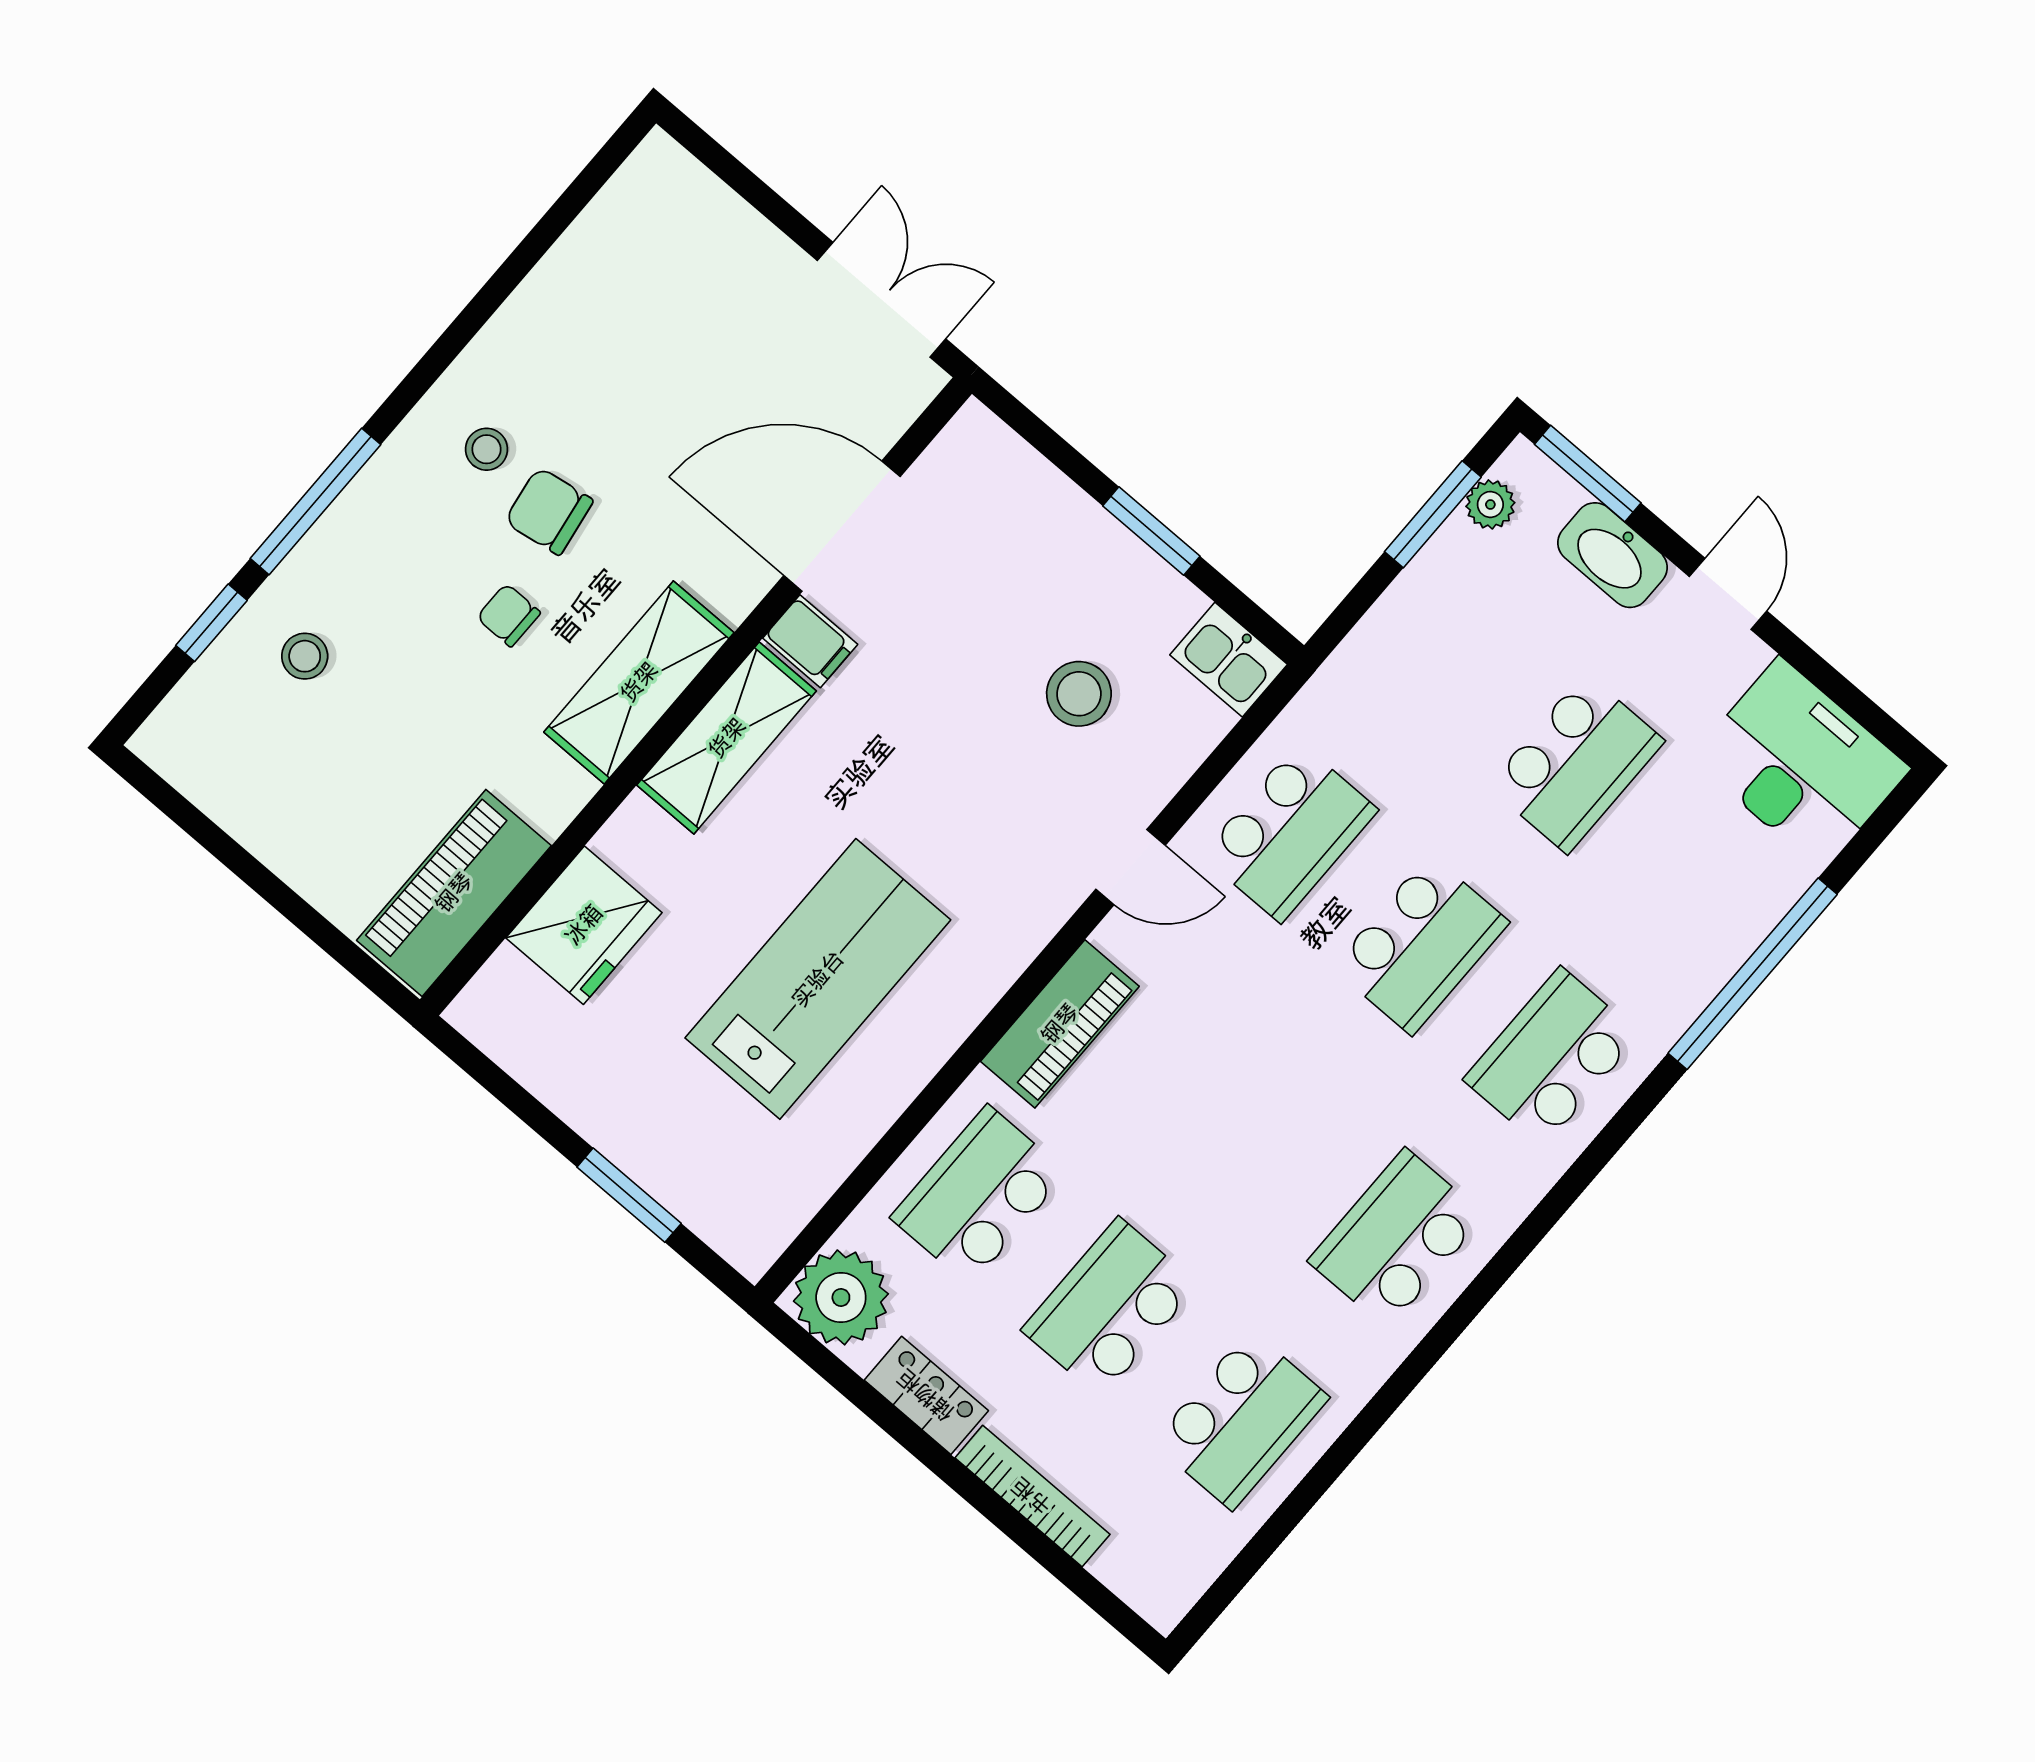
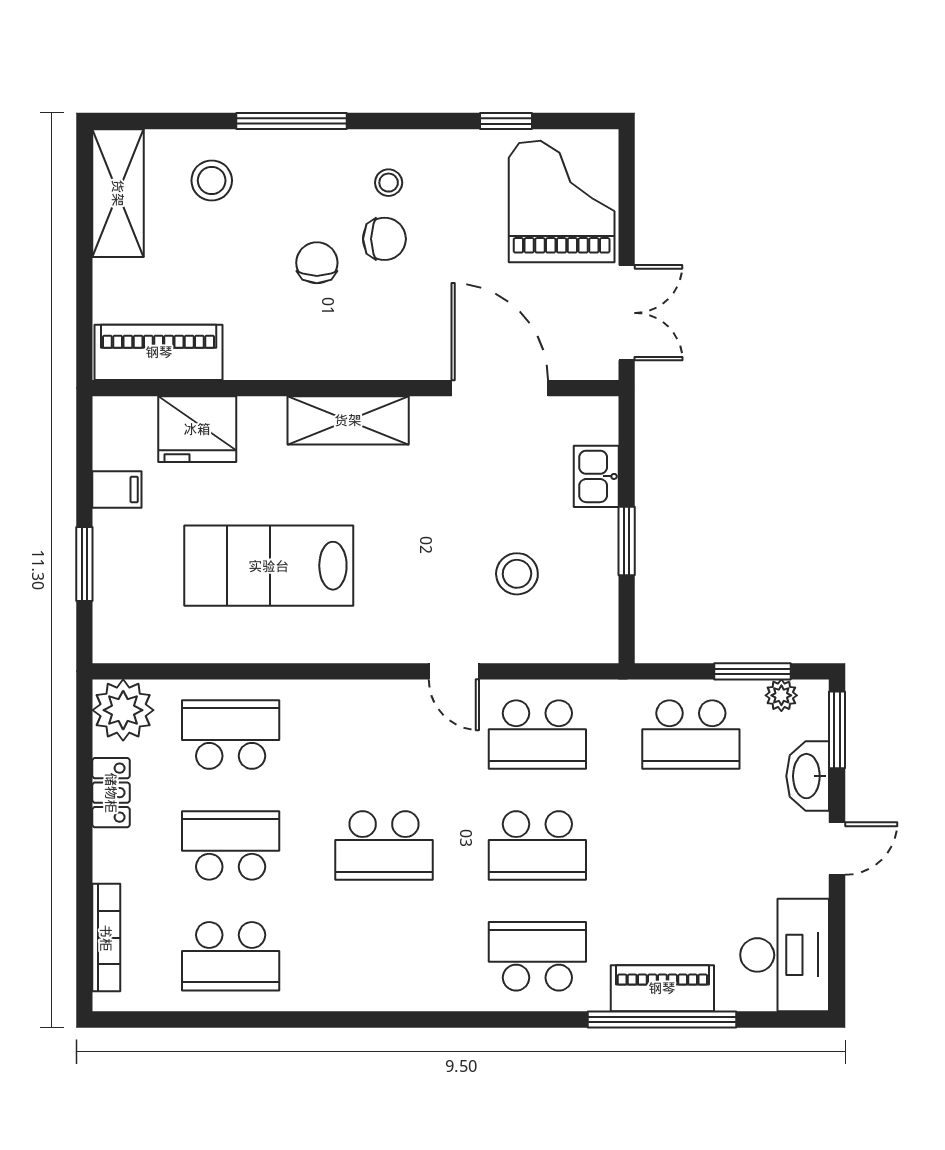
grand piano: (684, 264) -> (562, 201), added
chair: (549, 511) -> (384, 239), turned 99
chair: (509, 615) -> (317, 263), width x1.37, depth x1.37
window: (211, 623) -> (506, 121), moved
filing cabinet: (810, 641) -> (117, 490), moved, turned -90
stool: (305, 656) -> (212, 180), width x1.37, depth x1.37
kitchen sink: (1229, 660) -> (596, 476), moved
shelving: (639, 682) -> (118, 193), moved, turned 90
school desk: (1576, 763) -> (691, 735), moved
lab bench: (818, 979) -> (269, 566), turned 180
piano: (1060, 1024) -> (662, 988), moved, turned 180
school desk: (1396, 1238) -> (384, 845), moved, turned 180
bookcase: (1032, 1496) -> (106, 938), moved

